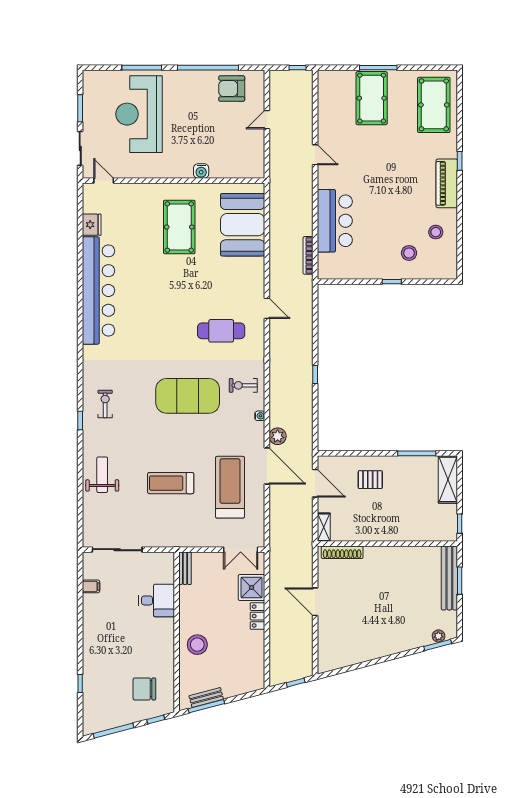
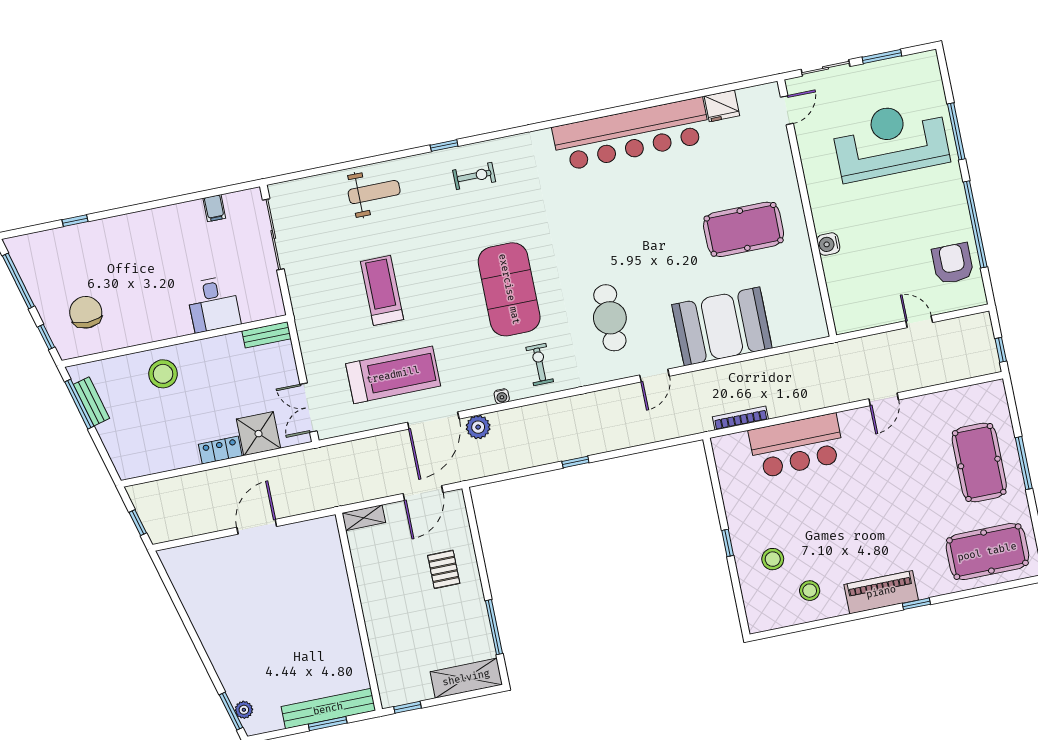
pool table: (372, 98) -> (979, 462), turned 90
booth: (243, 225) -> (722, 326), moved
shoe rack: (342, 552) -> (334, 551), removed

